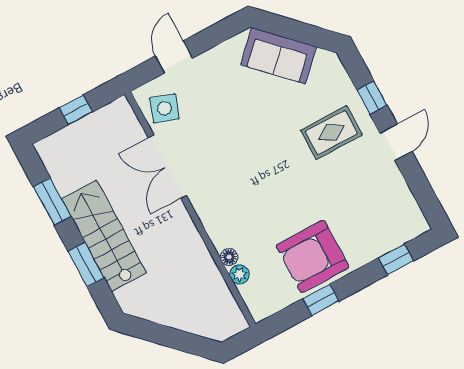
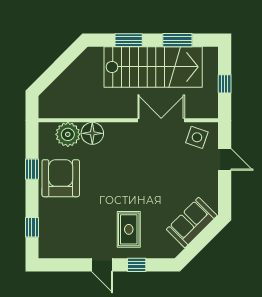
stairs: (104, 236) -> (153, 67), width x1.36, depth x1.51
floor lamp: (229, 257) -> (92, 133), width x1.89, depth x1.89
plant: (239, 274) -> (68, 134), width x1.88, depth x1.88

